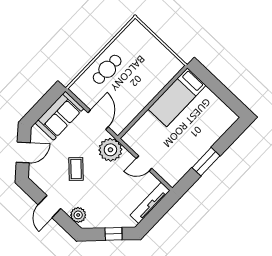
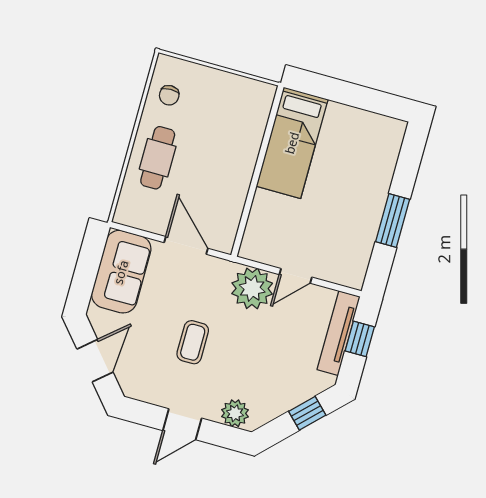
chair: (129, 42) -> (169, 95), added
plant: (110, 150) -> (252, 288), moved
coffee table: (76, 169) -> (193, 342), turned 45
door: (49, 207) -> (182, 424), hinge flipped
window: (159, 211) -> (360, 339), added

